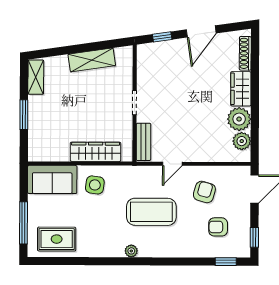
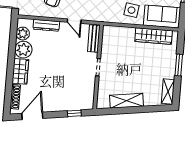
door: (201, 31) -> (32, 116), moved
wardrobe: (96, 152) -> (154, 36), moved
dresser: (210, 155) -> (46, 25), added
door: (172, 164) -> (74, 21), swing flipped

